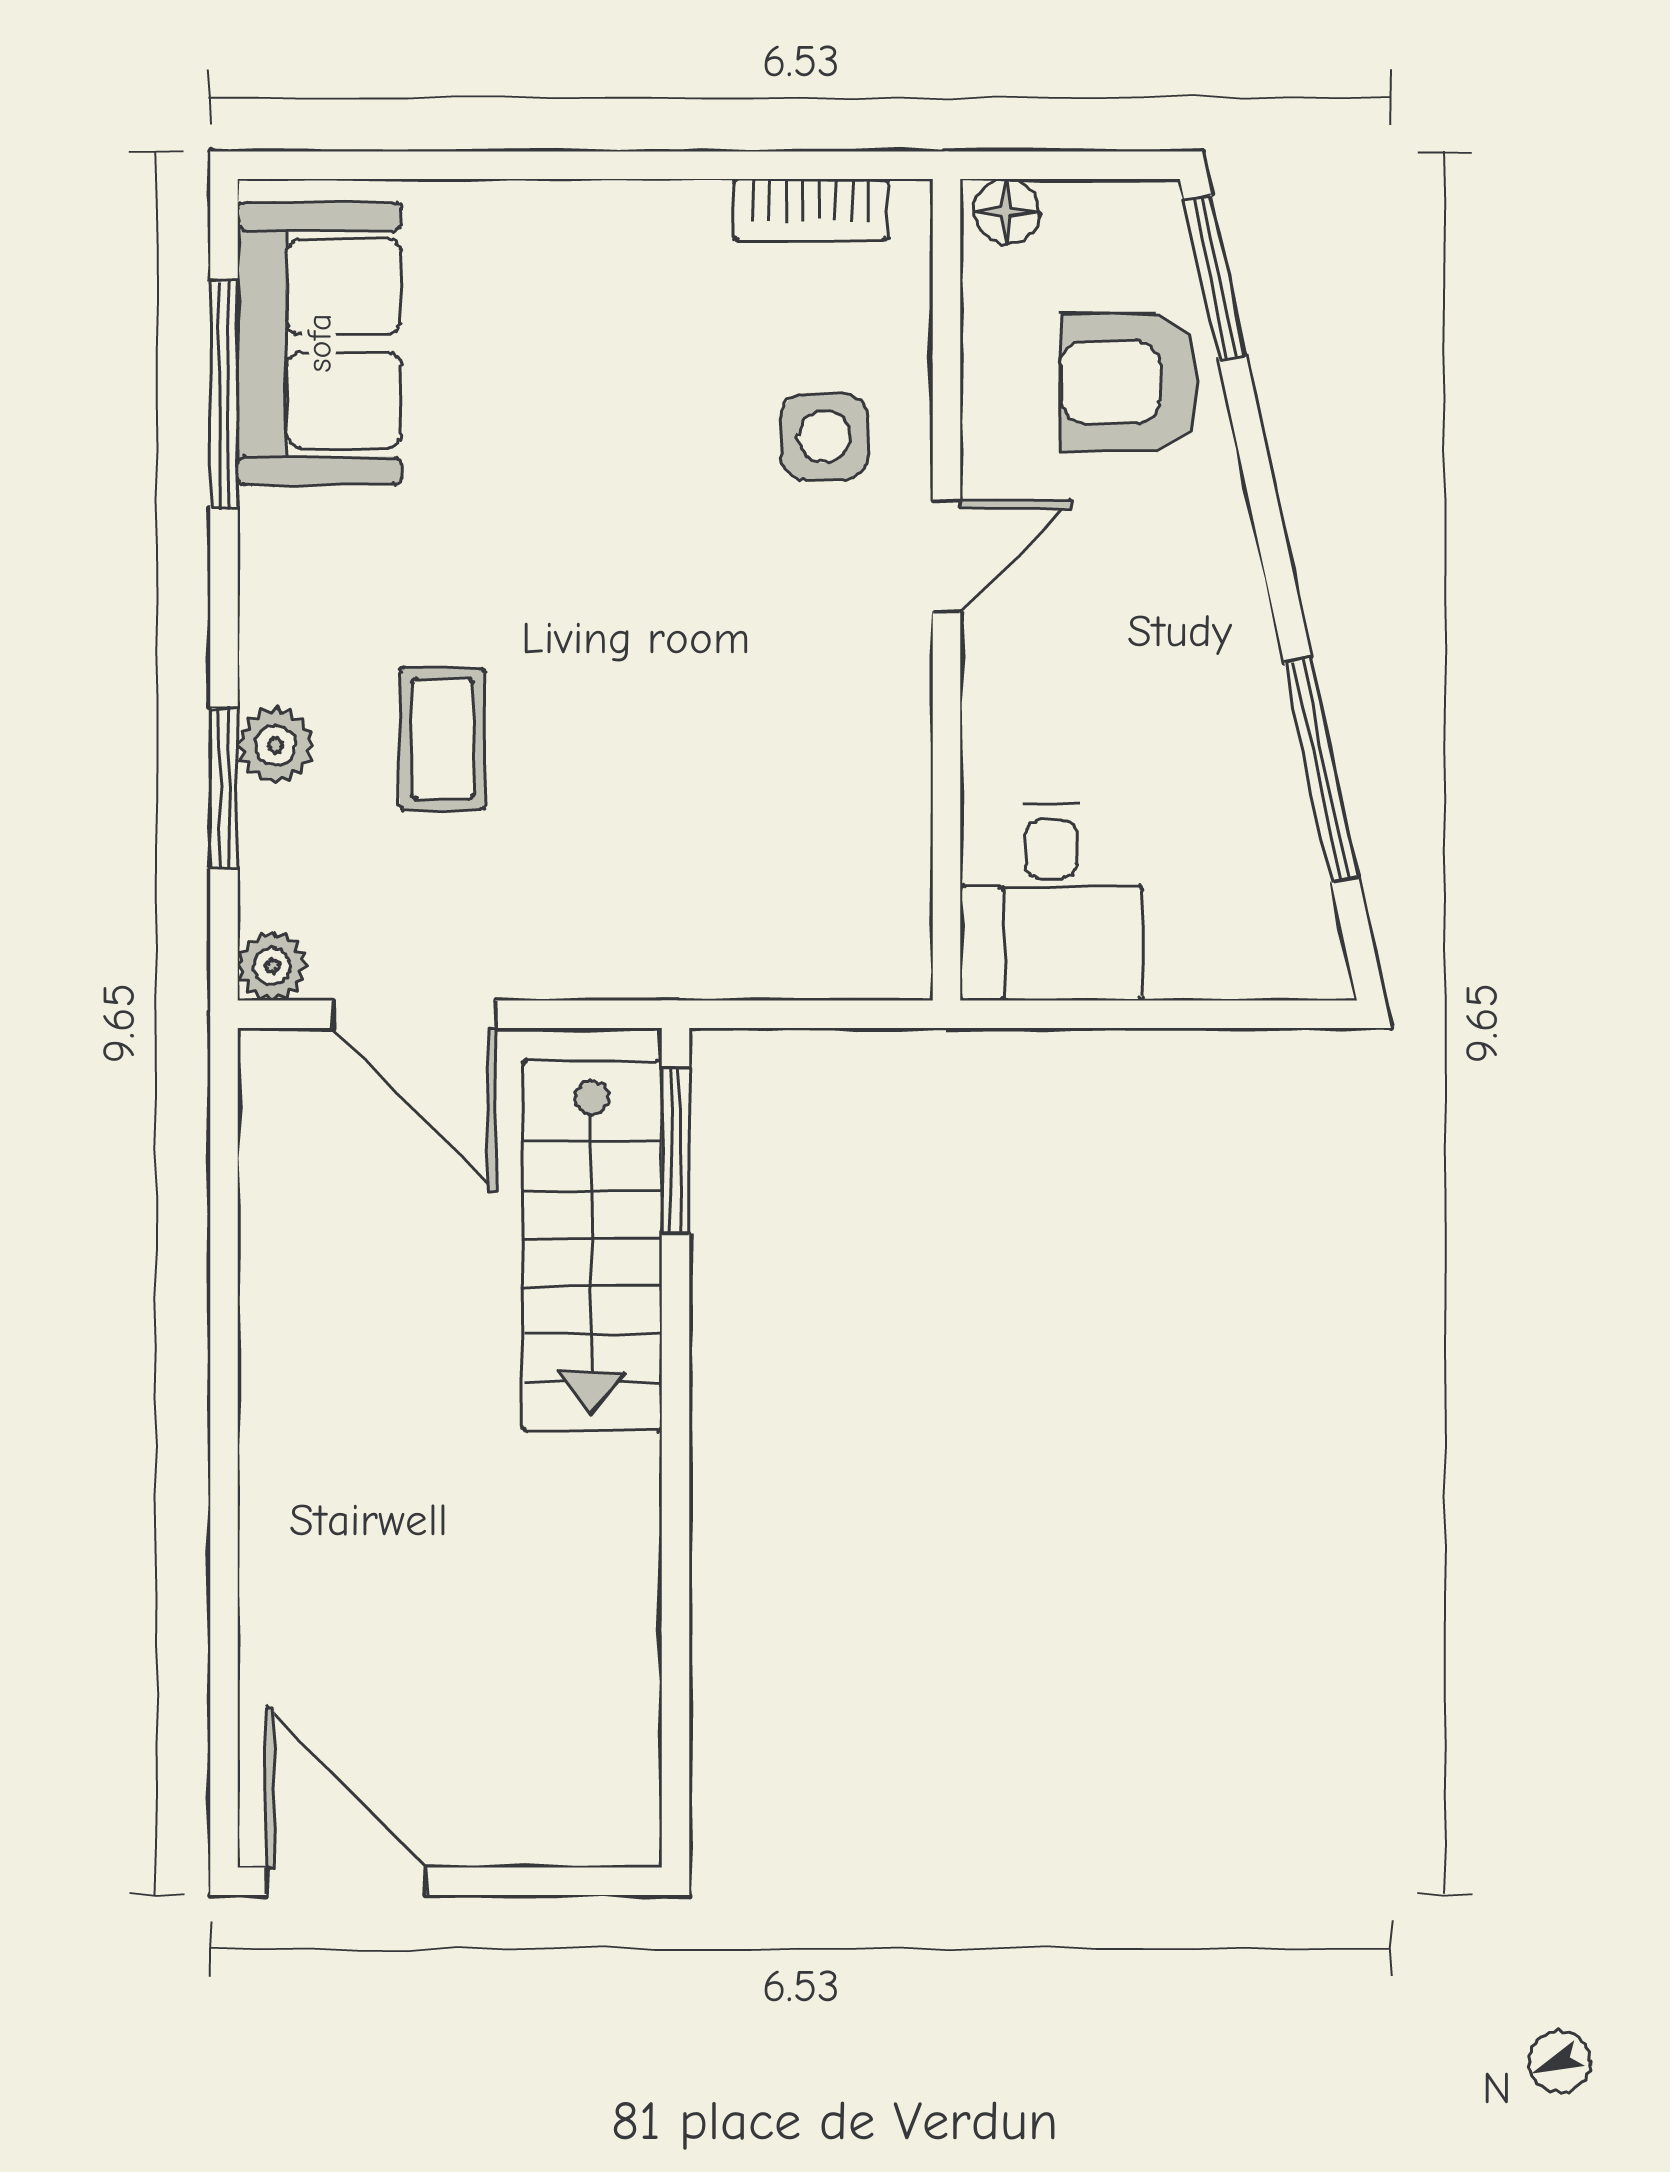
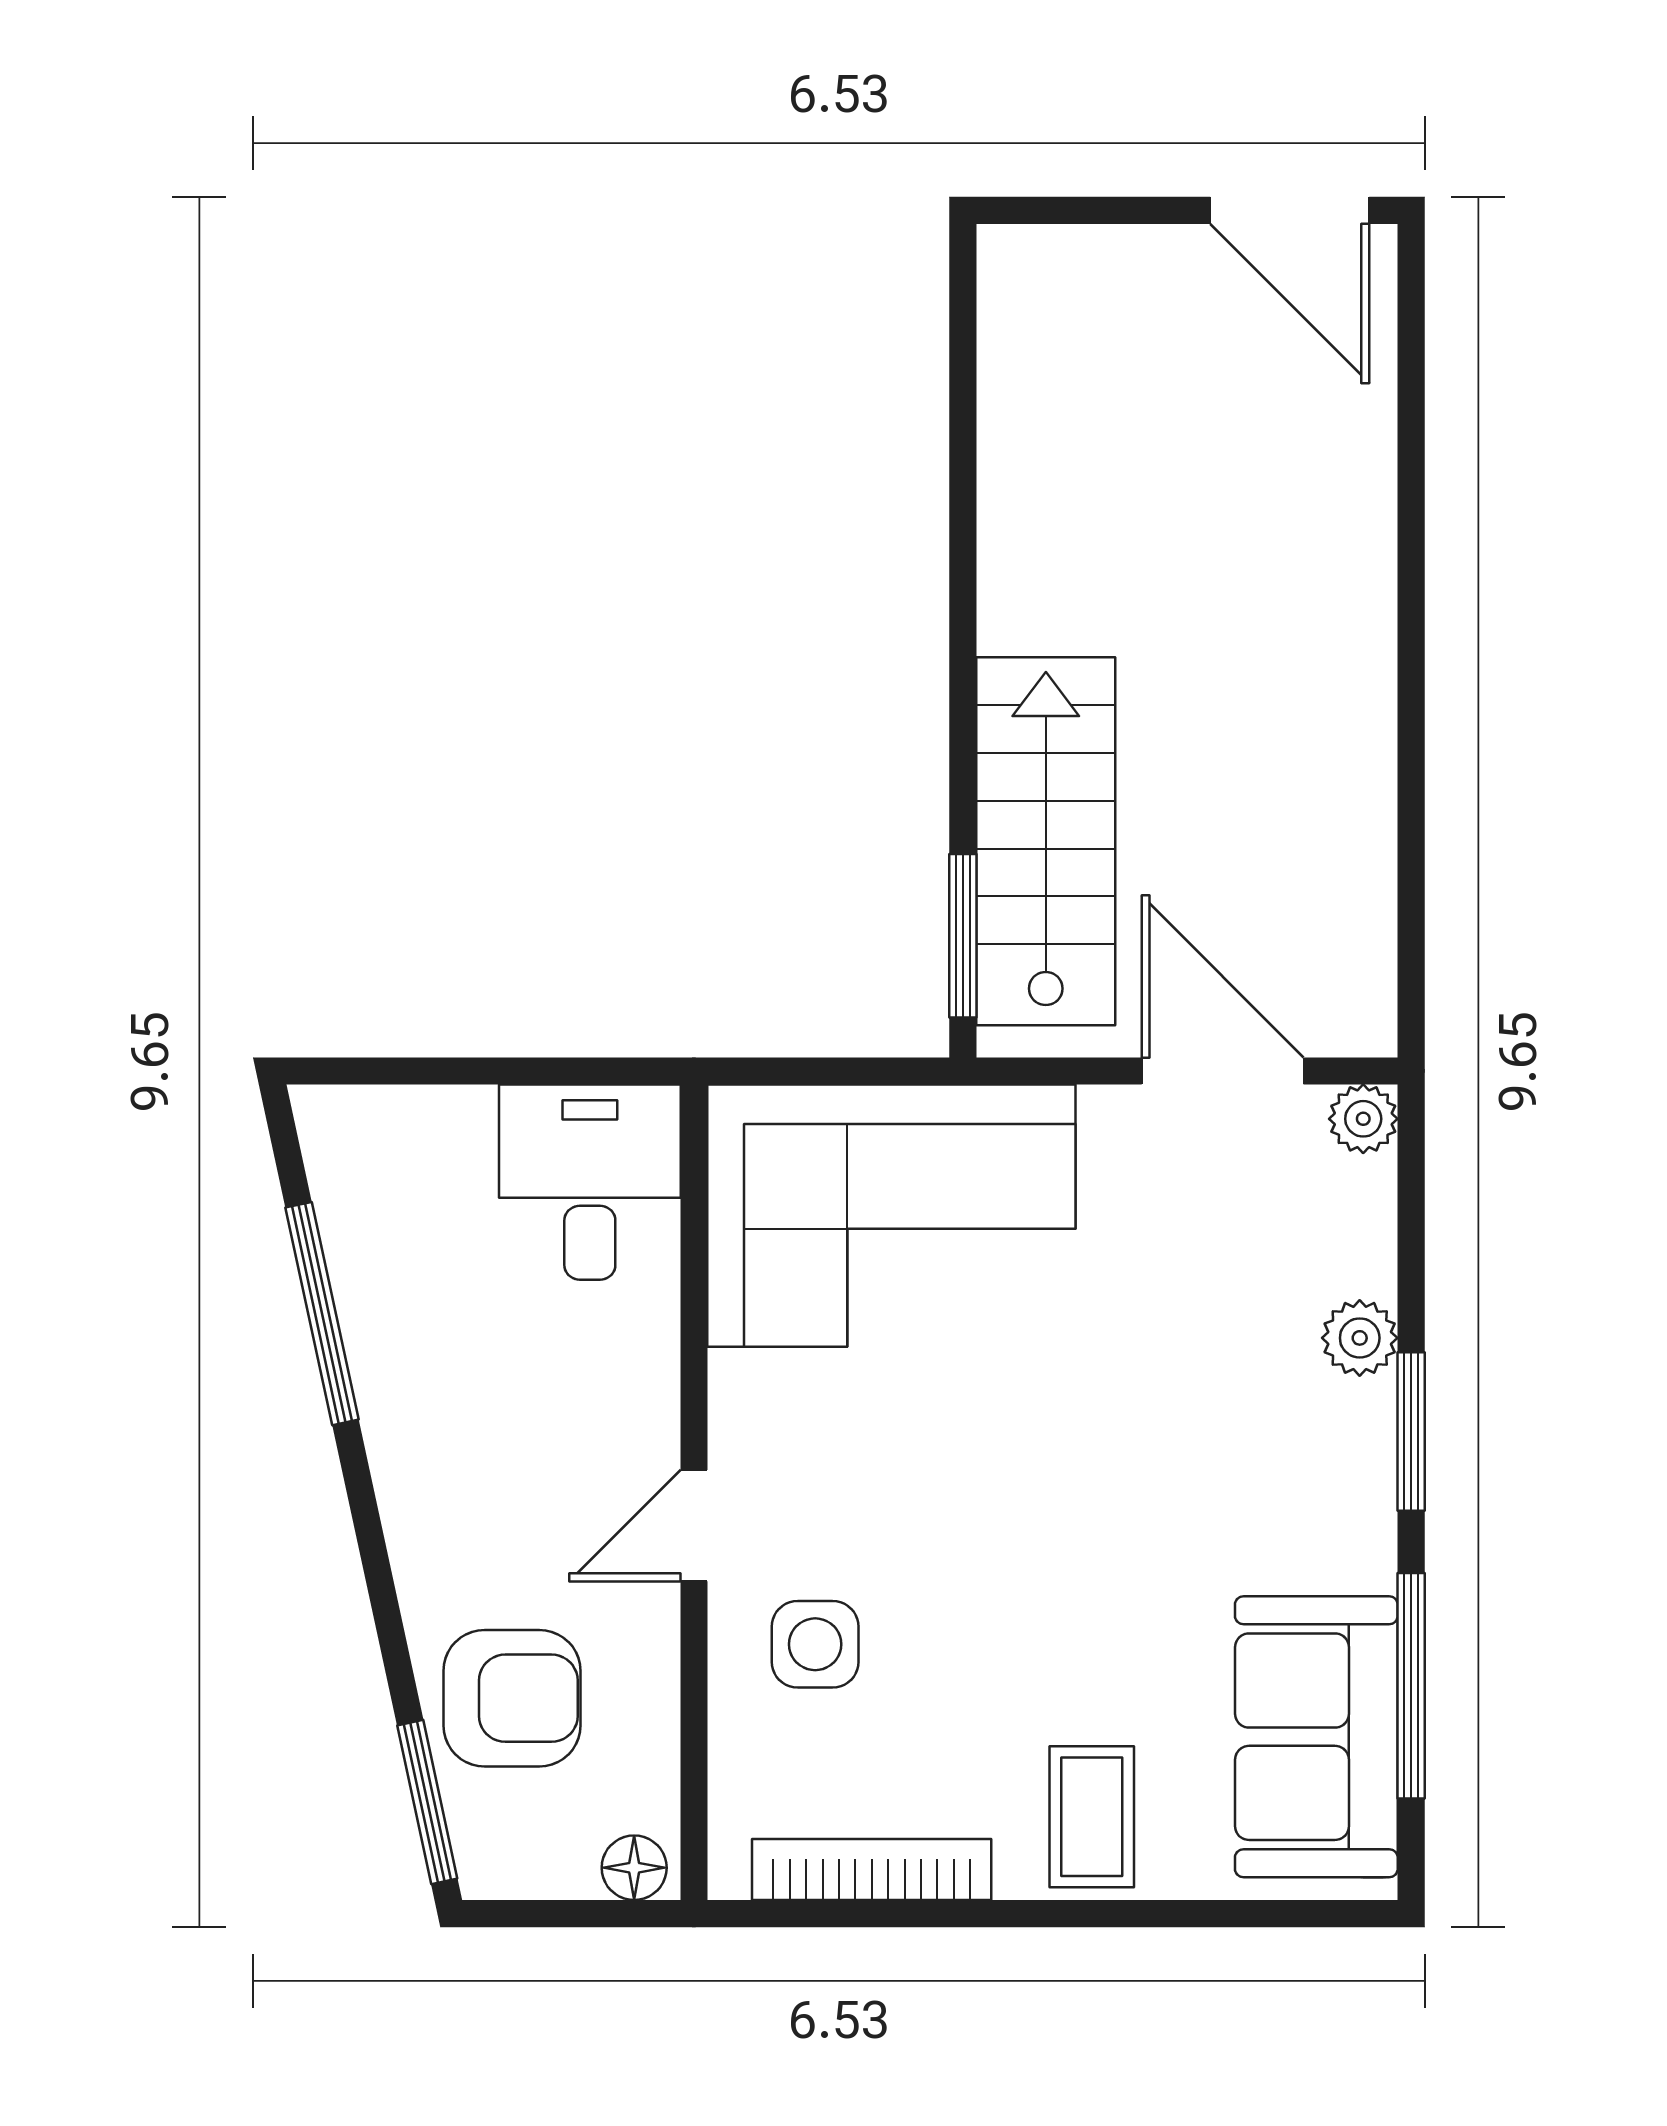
bookcase: (811, 210) -> (872, 1870), width x1.56
coffee table: (442, 739) -> (1092, 1817), moved
window: (224, 788) -> (1411, 1431), moved
corner sofa: (748, 868) -> (891, 1216), added

